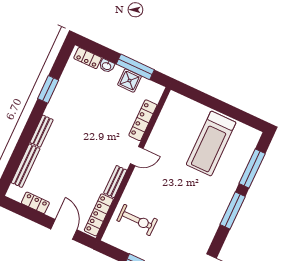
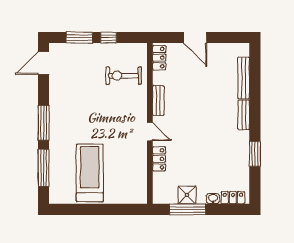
locker: (143, 120) -> (159, 159), width x0.66
door: (137, 156) -> (150, 132), swing flipped
locker: (35, 203) -> (220, 49), removed
locker: (99, 215) -> (159, 58), width x0.66
door: (64, 229) -> (195, 38), moved

